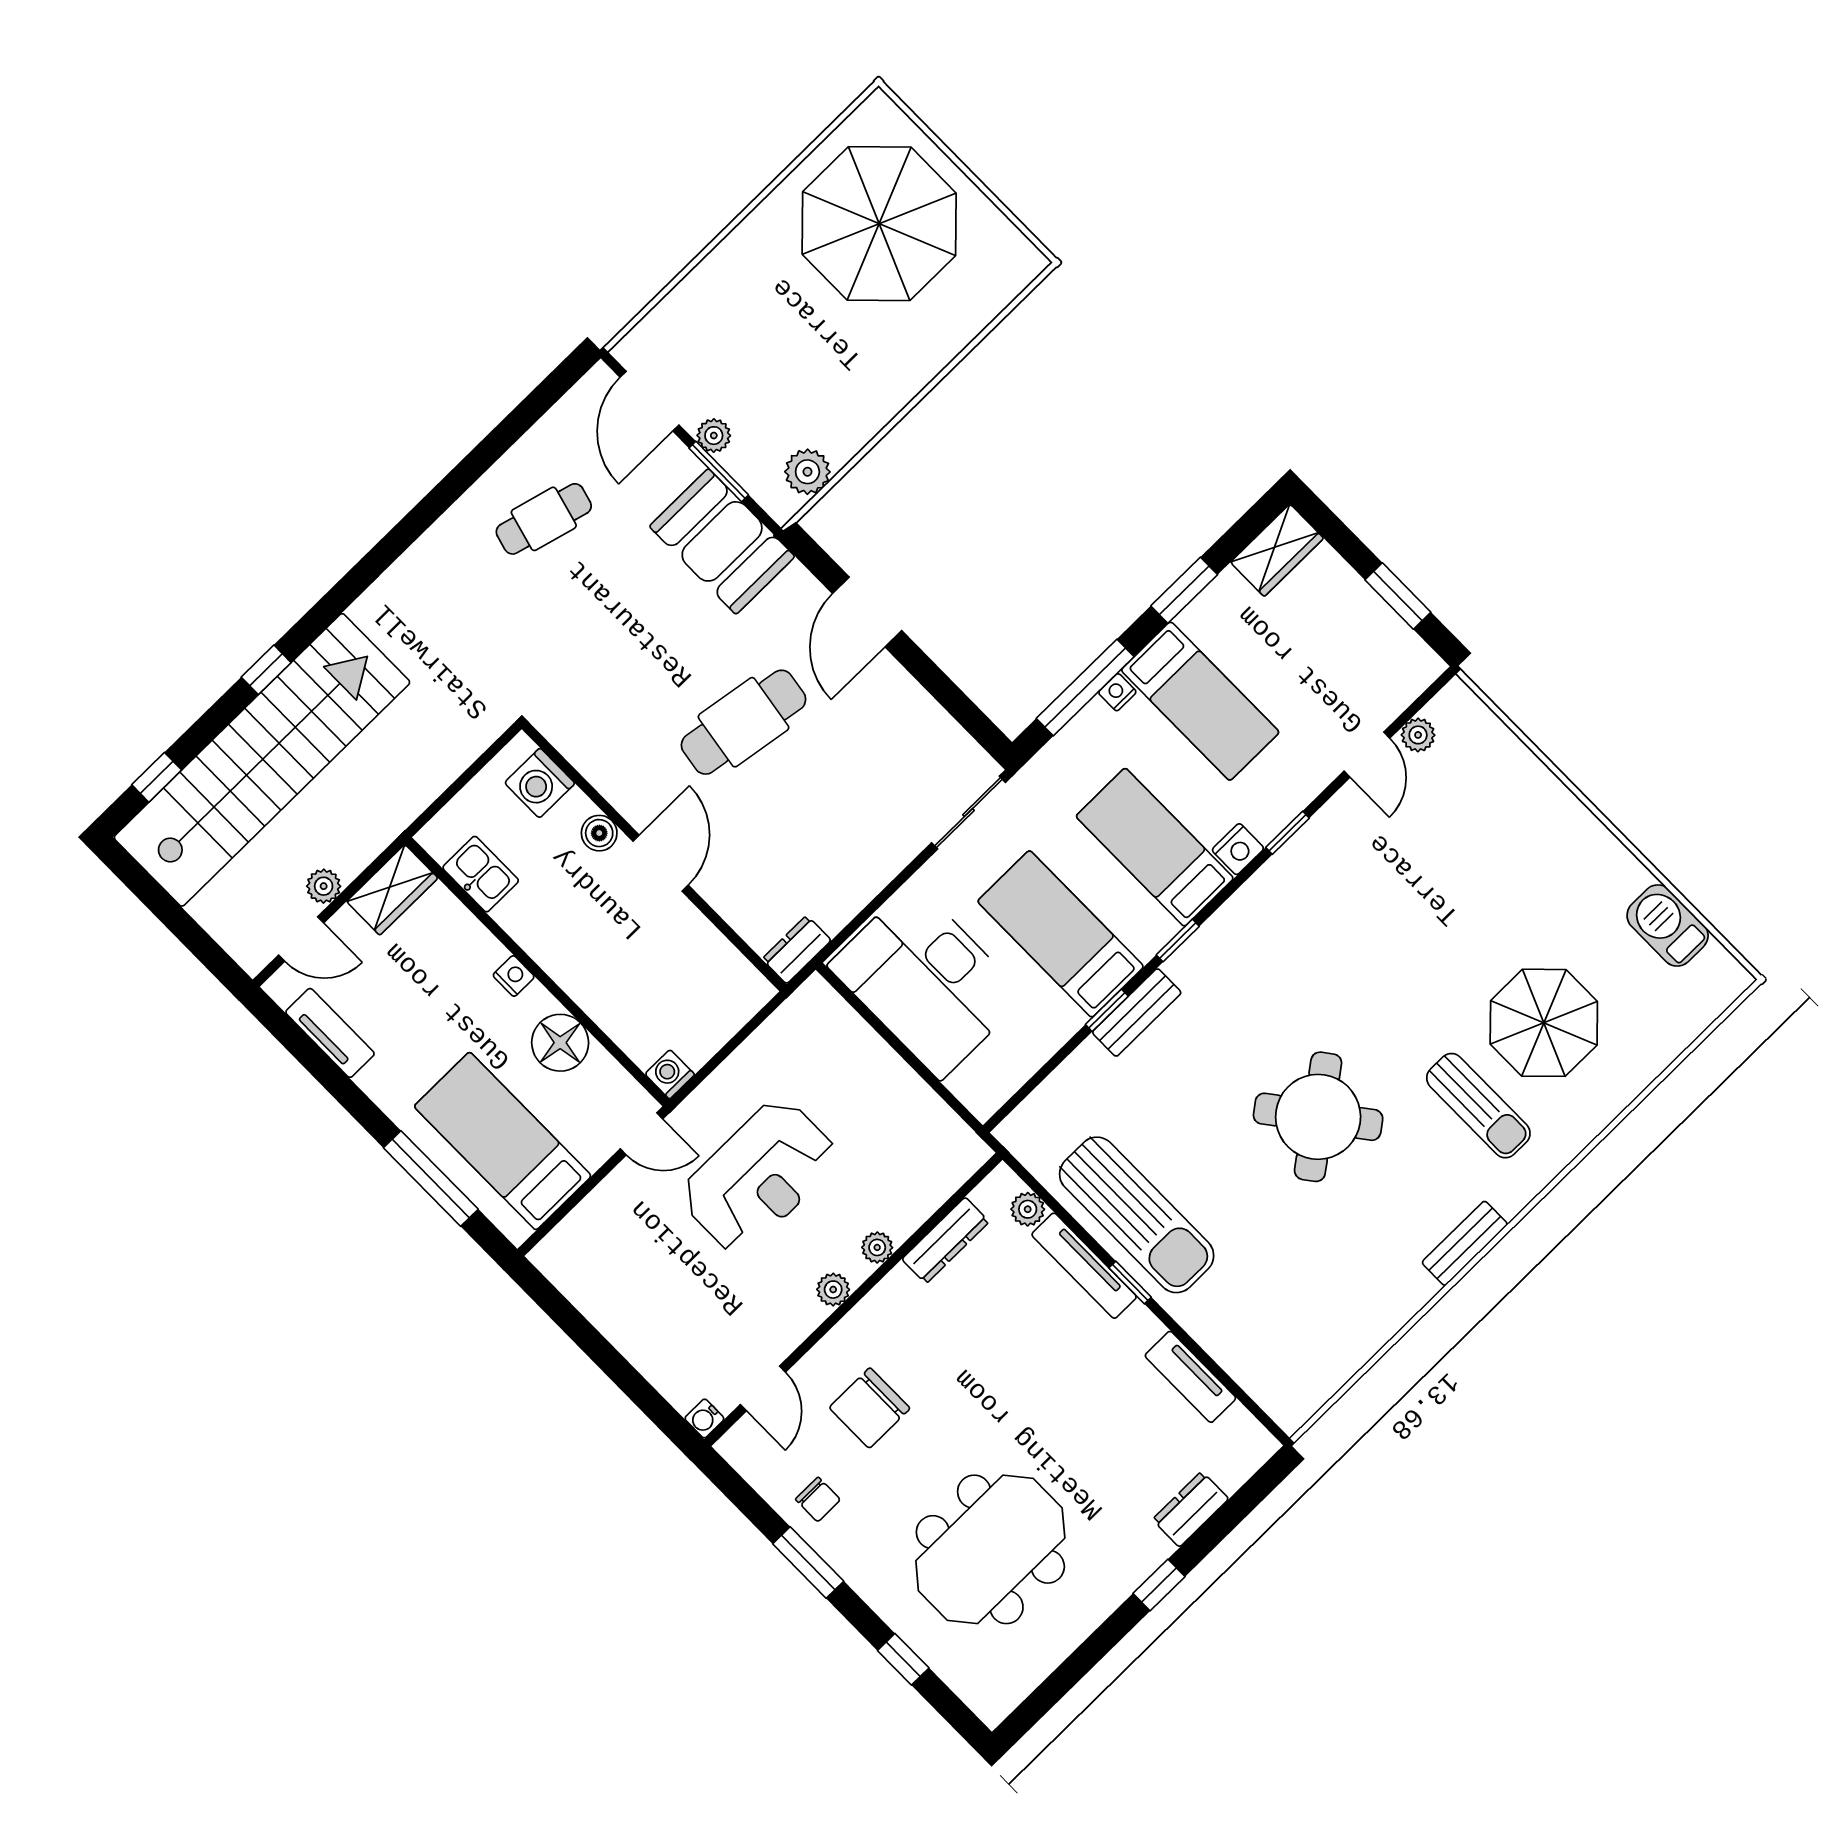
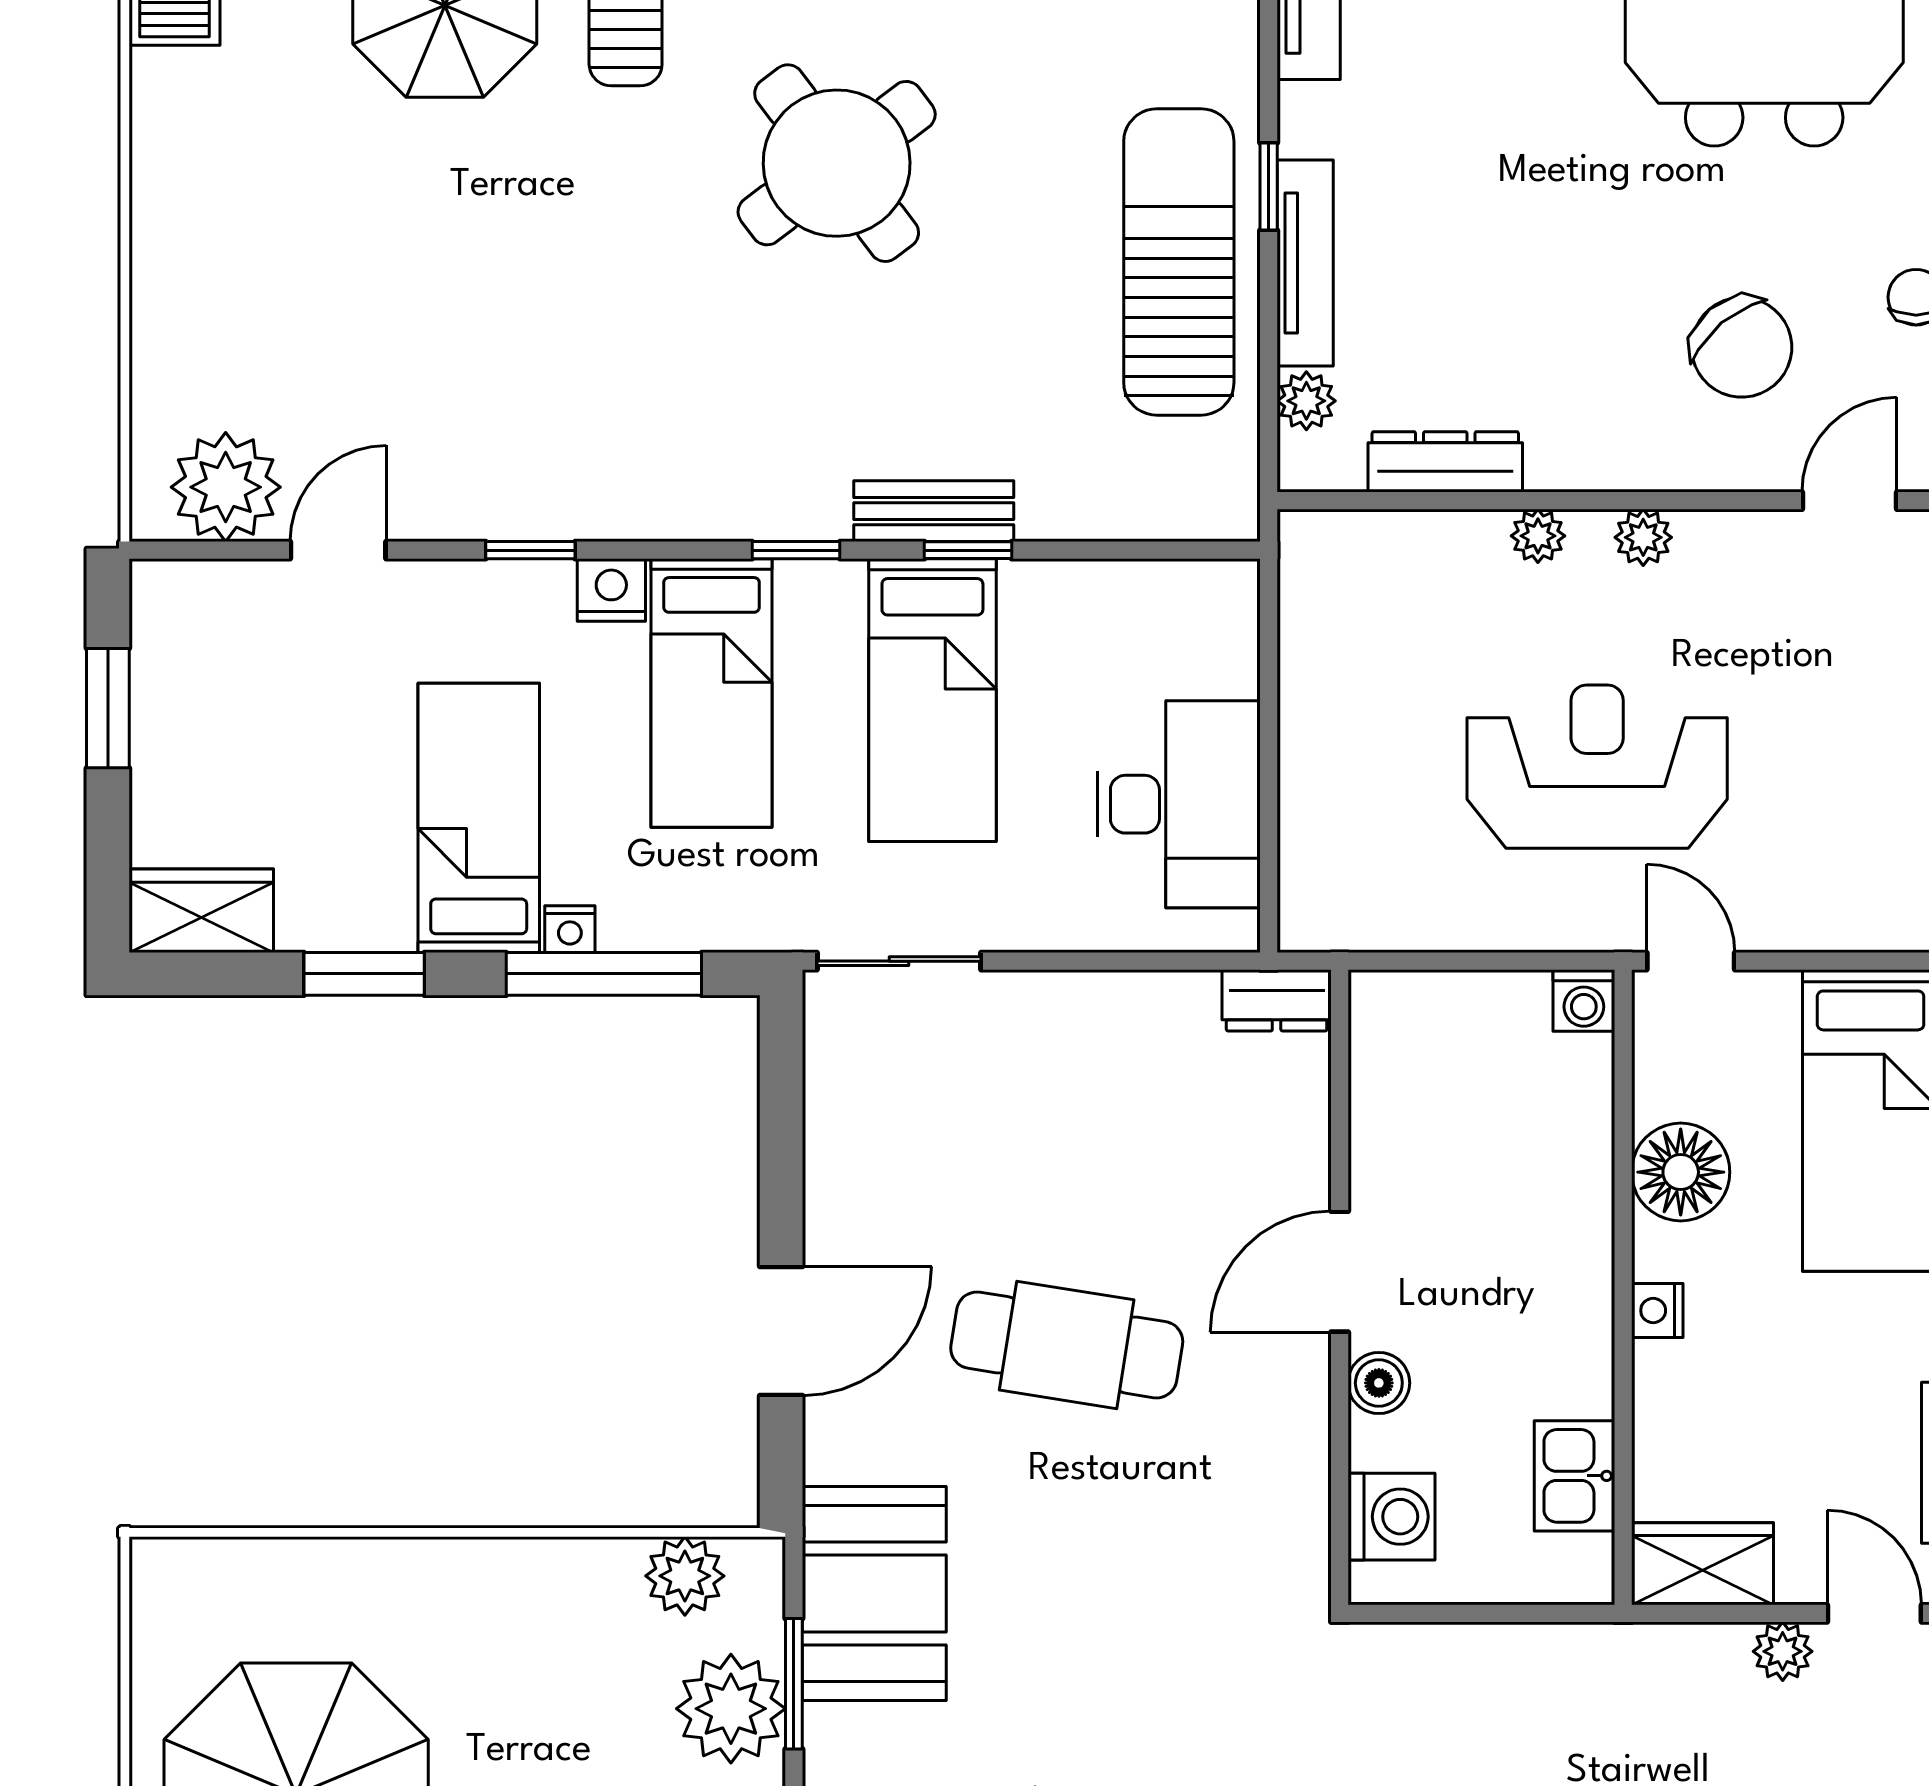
plant: (714, 436) -> (731, 1709), width x1.87, depth x1.87
plant: (1418, 735) -> (226, 487), width x1.87, depth x1.87
desk: (927, 981) -> (1179, 804), width x0.73, depth x0.77
chair: (870, 1408) -> (1742, 347), turned 50

